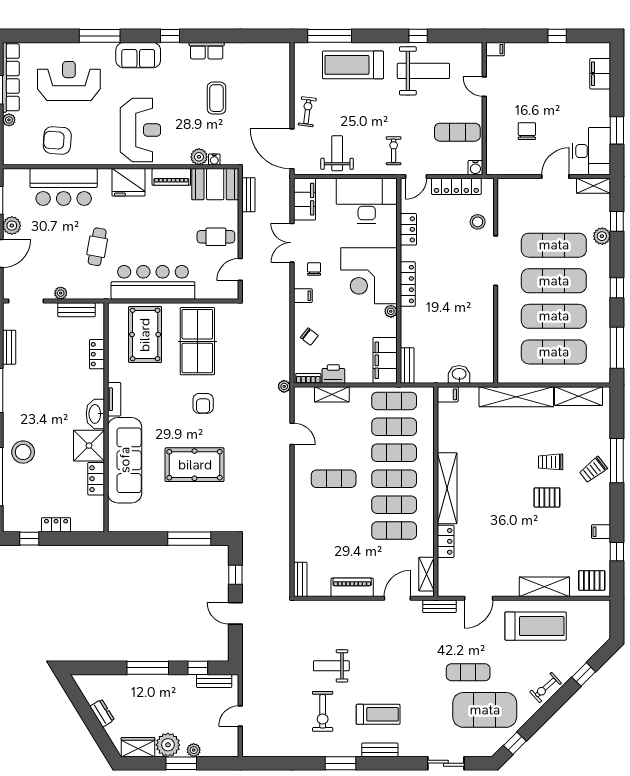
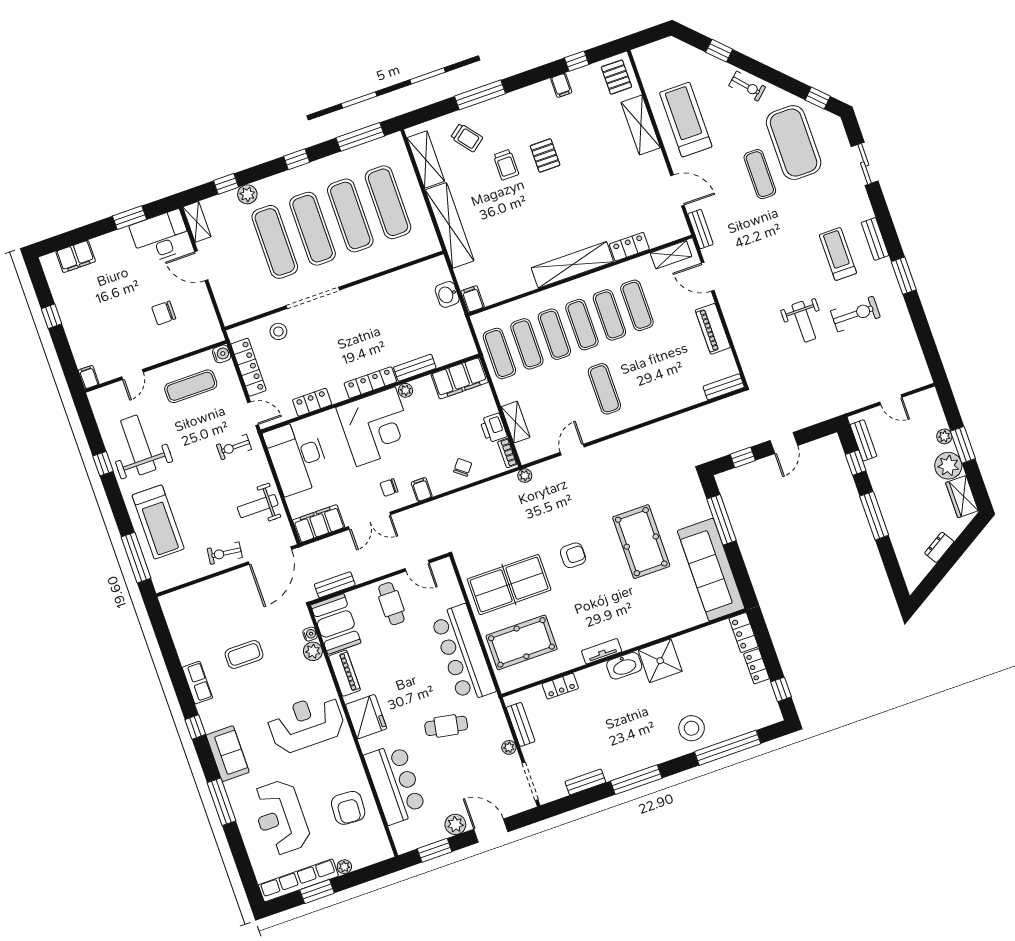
exercise mat: (457, 132) -> (191, 386), turned 90
bench: (407, 365) -> (415, 368), moved
sofa: (125, 460) -> (711, 570), moved, turned -90
trolley: (593, 470) -> (467, 138), moved
locker: (96, 479) -> (744, 633), moved, turned 90

